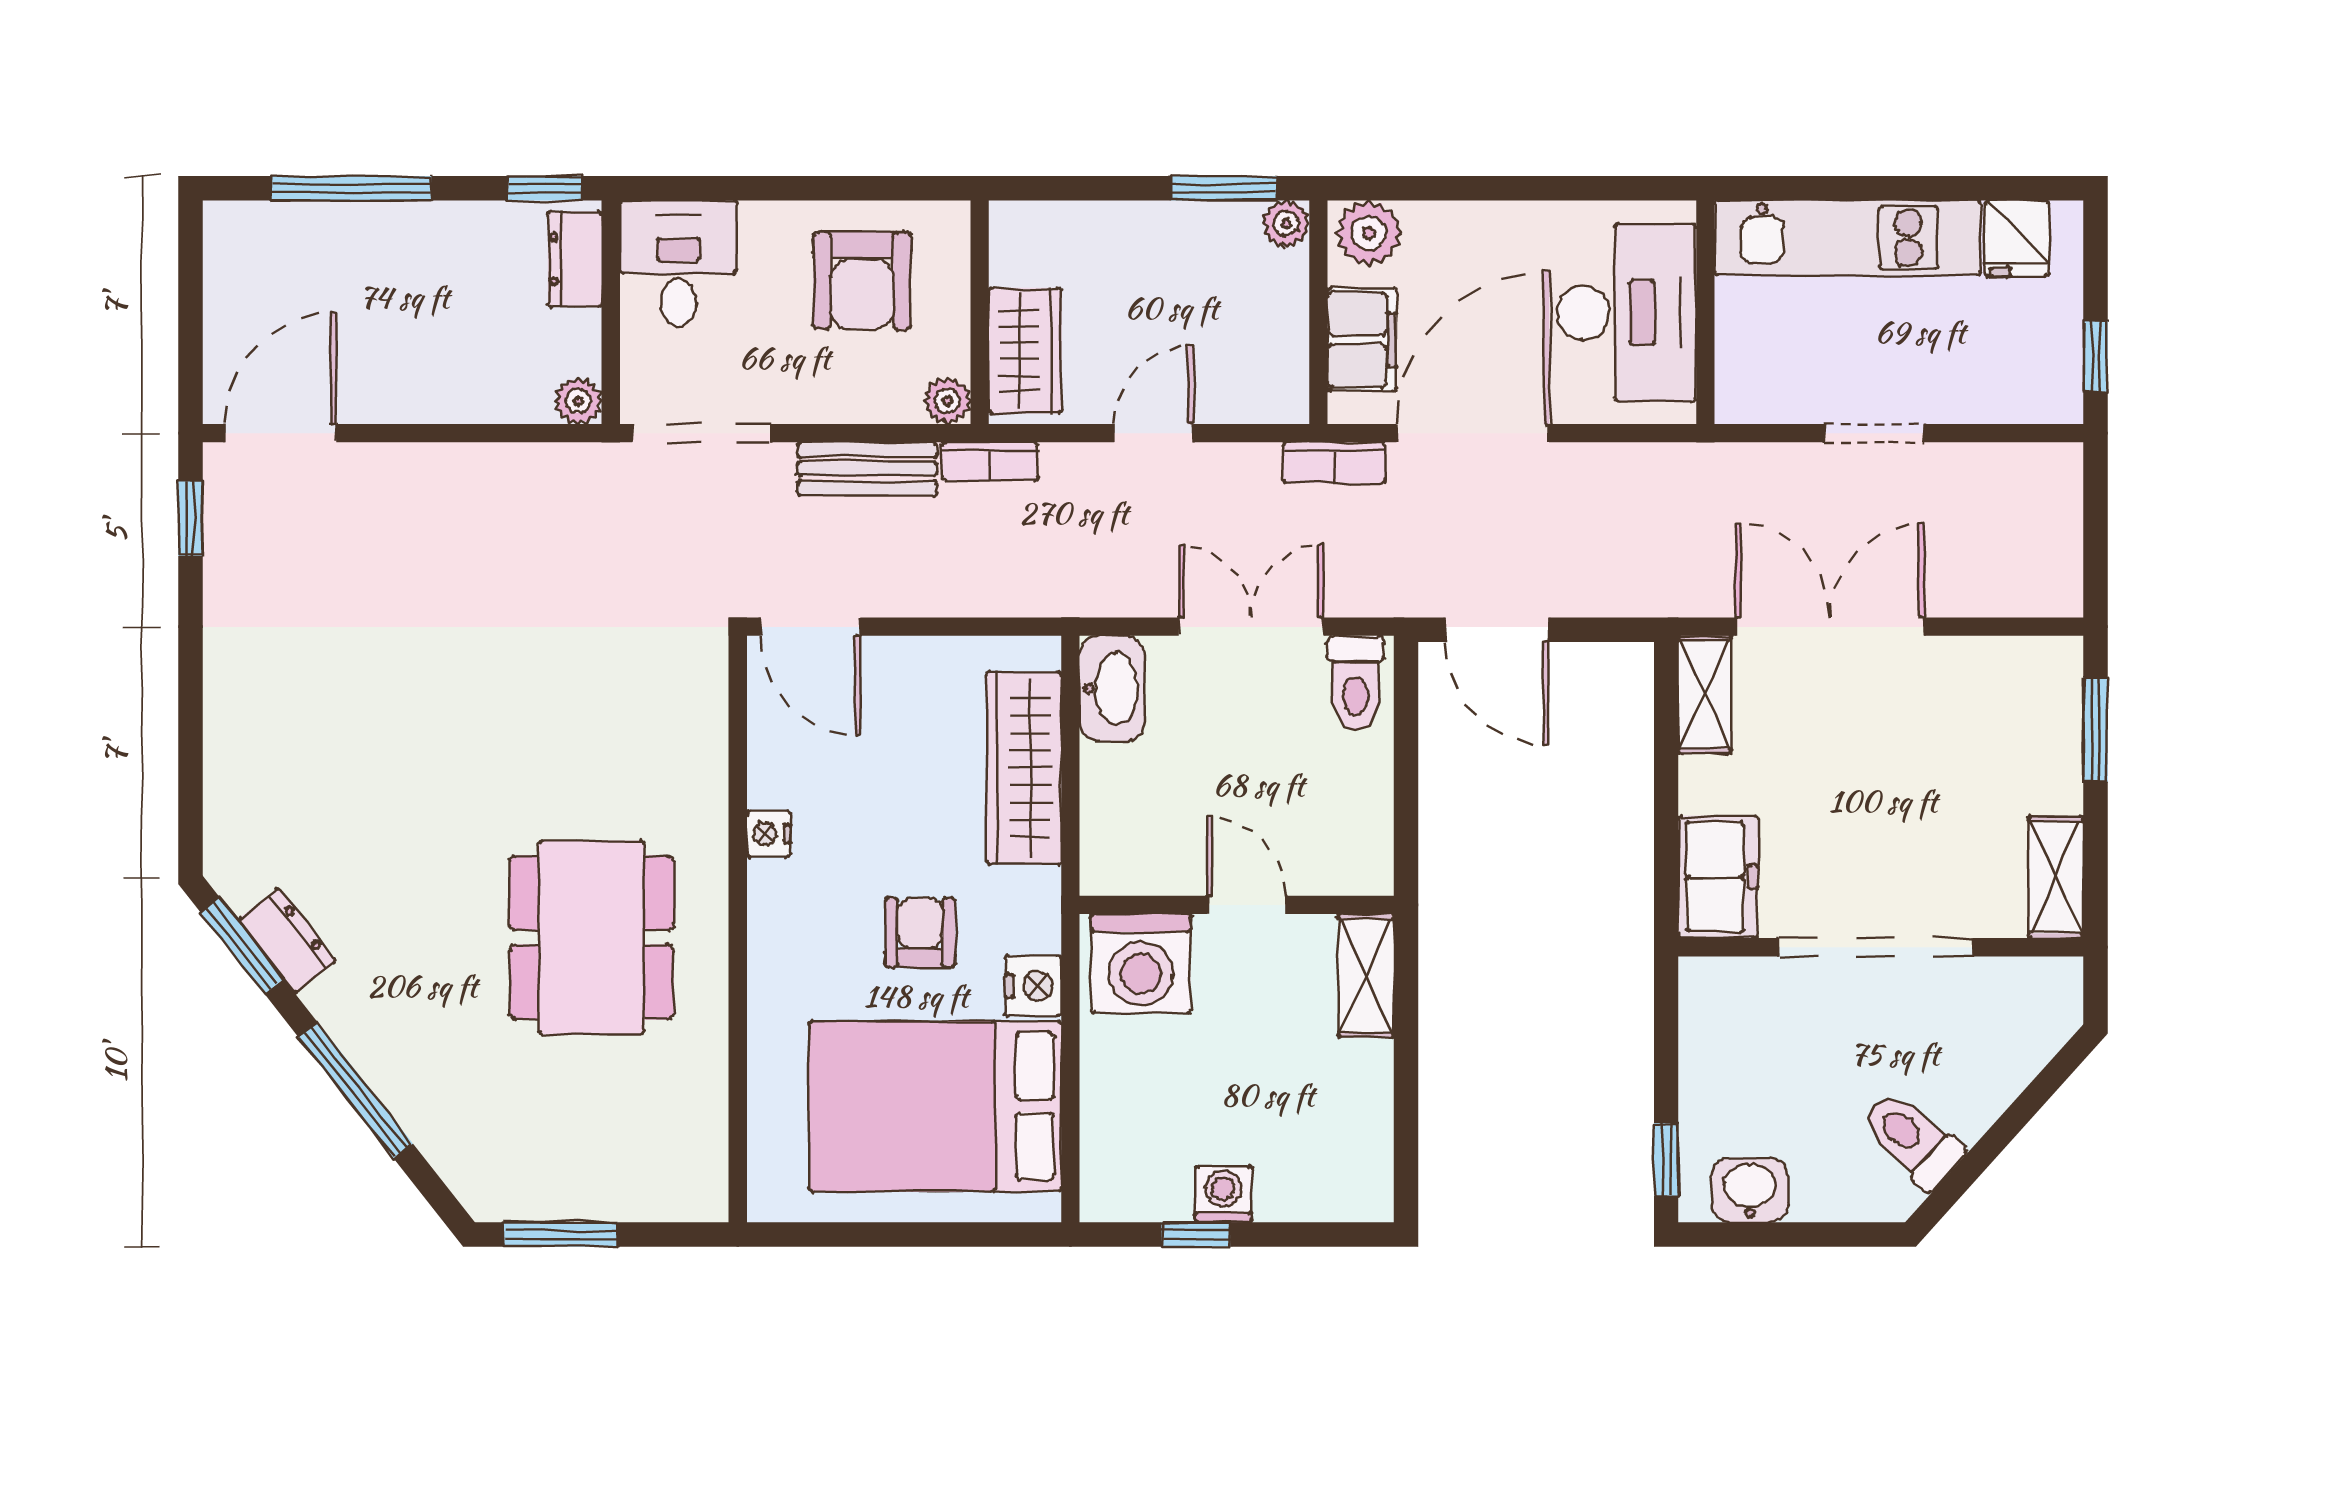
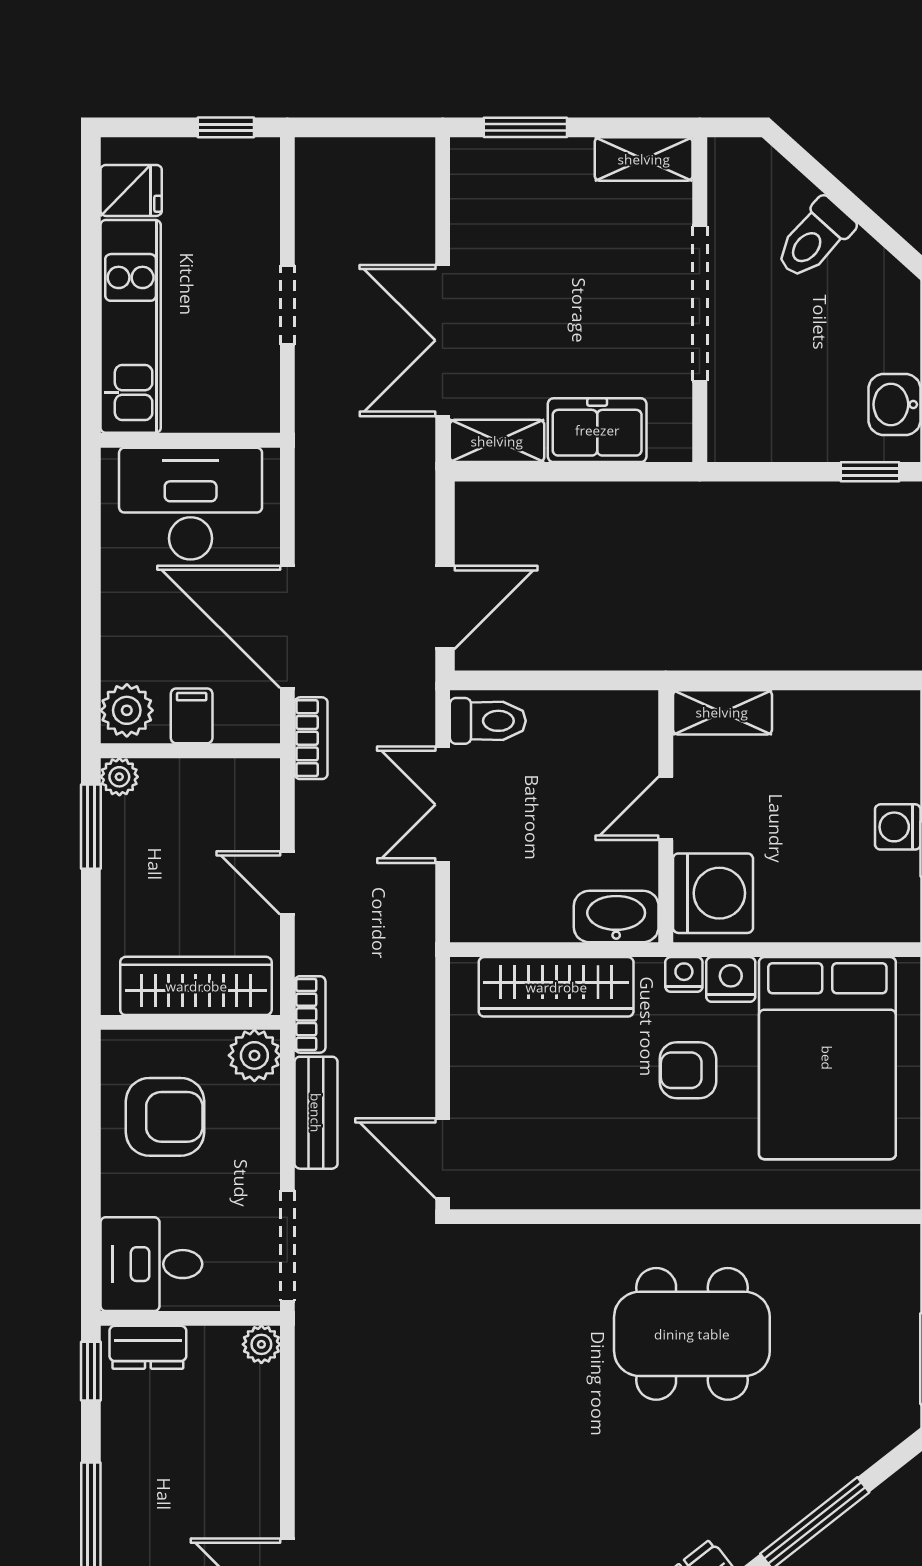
filing cabinet: (1362, 340) -> (192, 716), width x0.50
wardrobe: (1025, 351) -> (196, 986), width x1.50
plant: (947, 401) -> (254, 1055), width x1.38, depth x1.38
door: (811, 627) -> (443, 1158), swing flipped
washbasin: (1112, 689) -> (616, 917), moved
nightstand: (769, 834) -> (684, 974), moved, turned 180
freezer: (1718, 877) -> (597, 430), moved
toilet: (1912, 1139) -> (814, 239), moved

